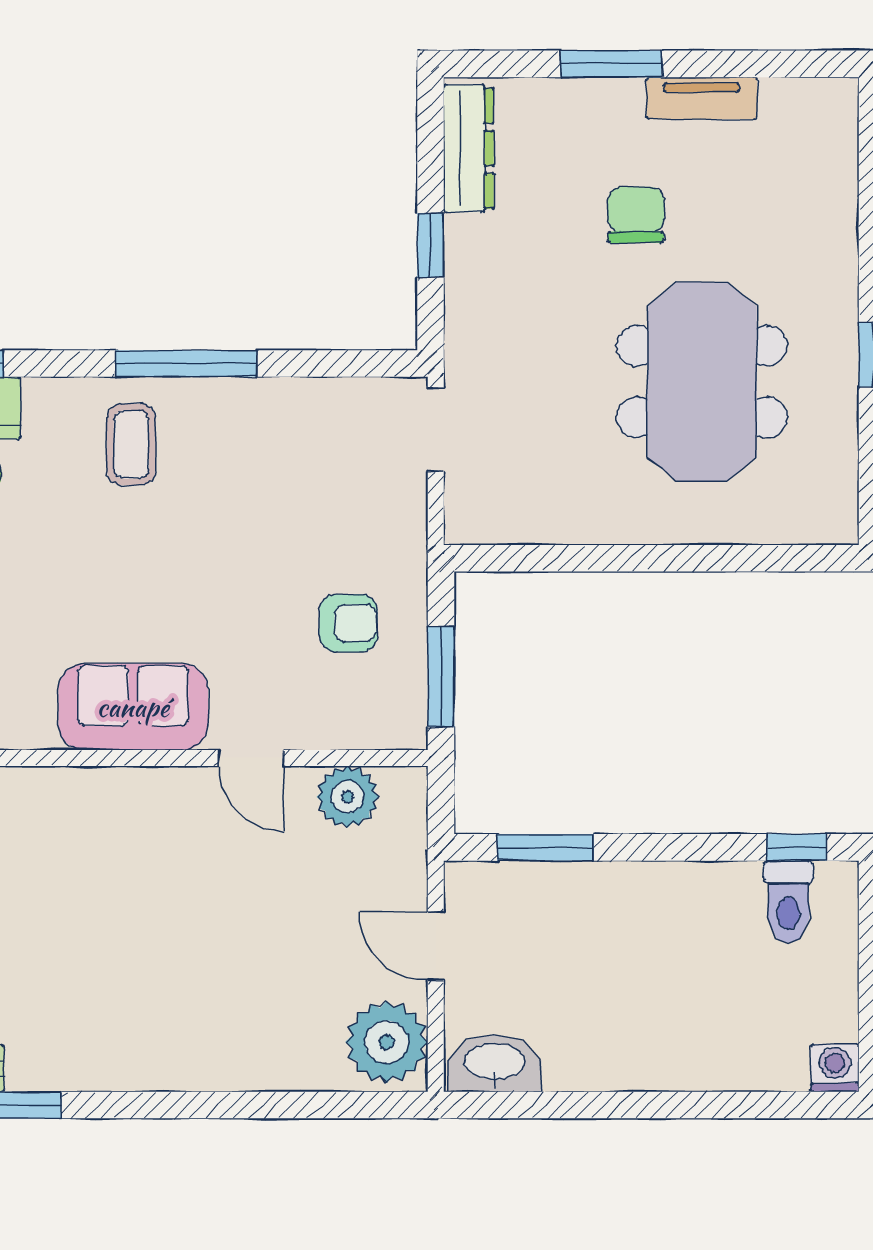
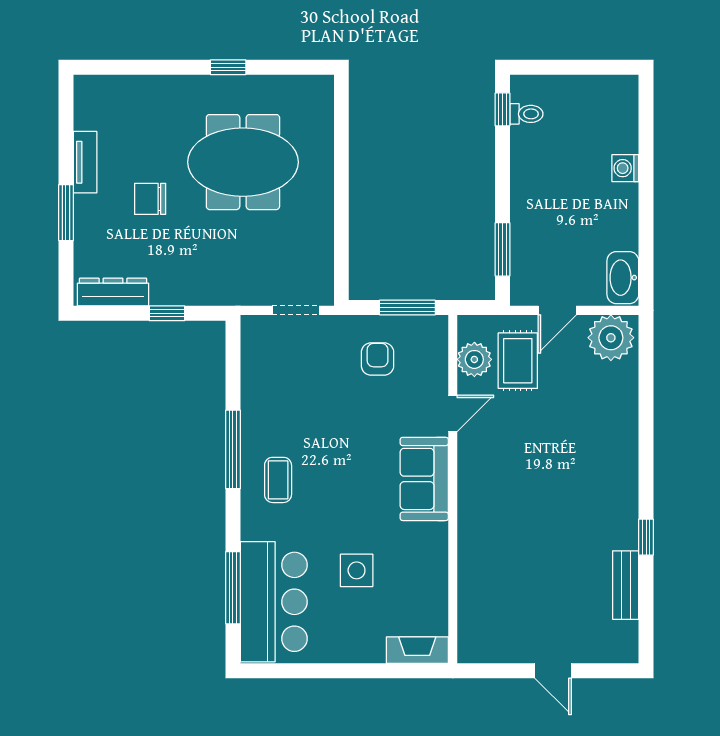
doorway: (436, 429) -> (296, 310), moved
coffee table: (131, 444) -> (278, 480), turned 90
rug: (345, 875) -> (518, 361), added
toilet: (788, 902) -> (526, 114), width x0.73, depth x0.72
washing machine: (835, 1068) -> (625, 168), moved

